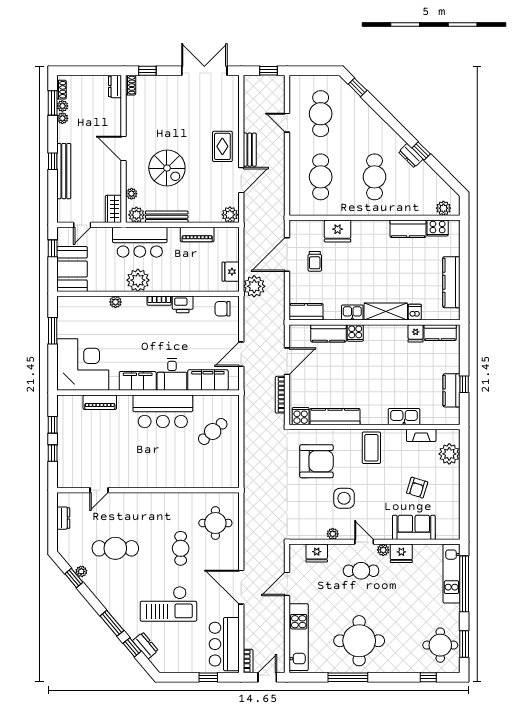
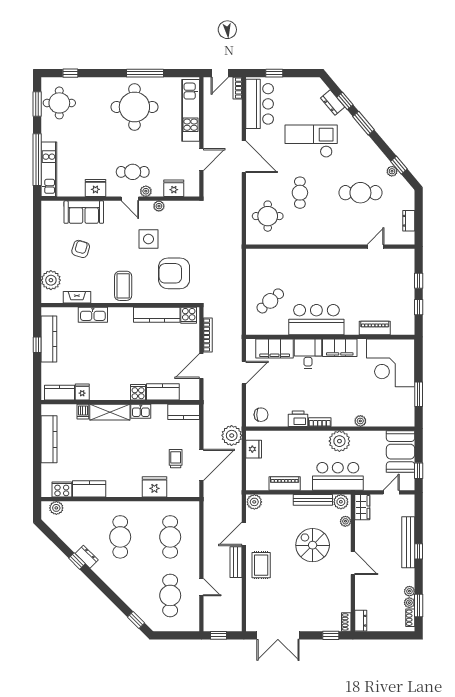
kitchen counter: (451, 390) -> (49, 339), width x1.50
plant: (383, 550) -> (146, 191), moved

